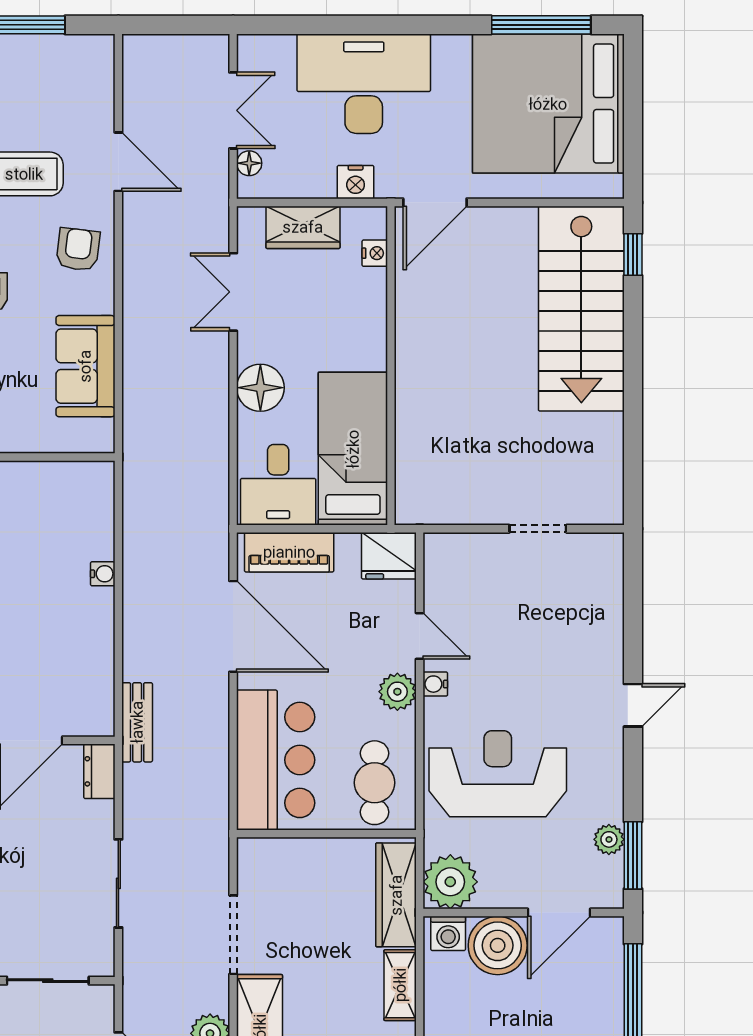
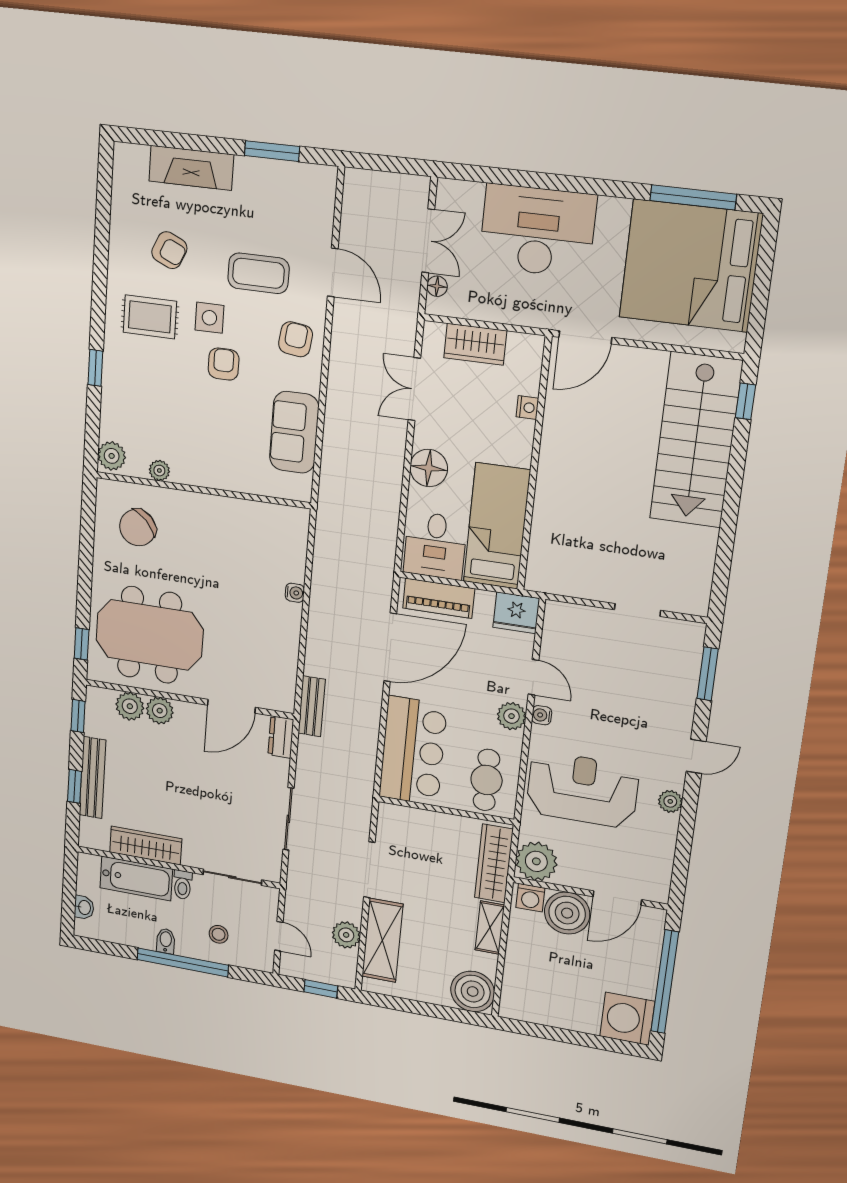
nightstand: (356, 182) -> (522, 312), removed
nightstand: (375, 253) -> (527, 407), moved
door: (233, 626) -> (390, 647), hinge flipped
plant: (609, 839) -> (670, 801), moved
window: (633, 855) -> (708, 674), moved

